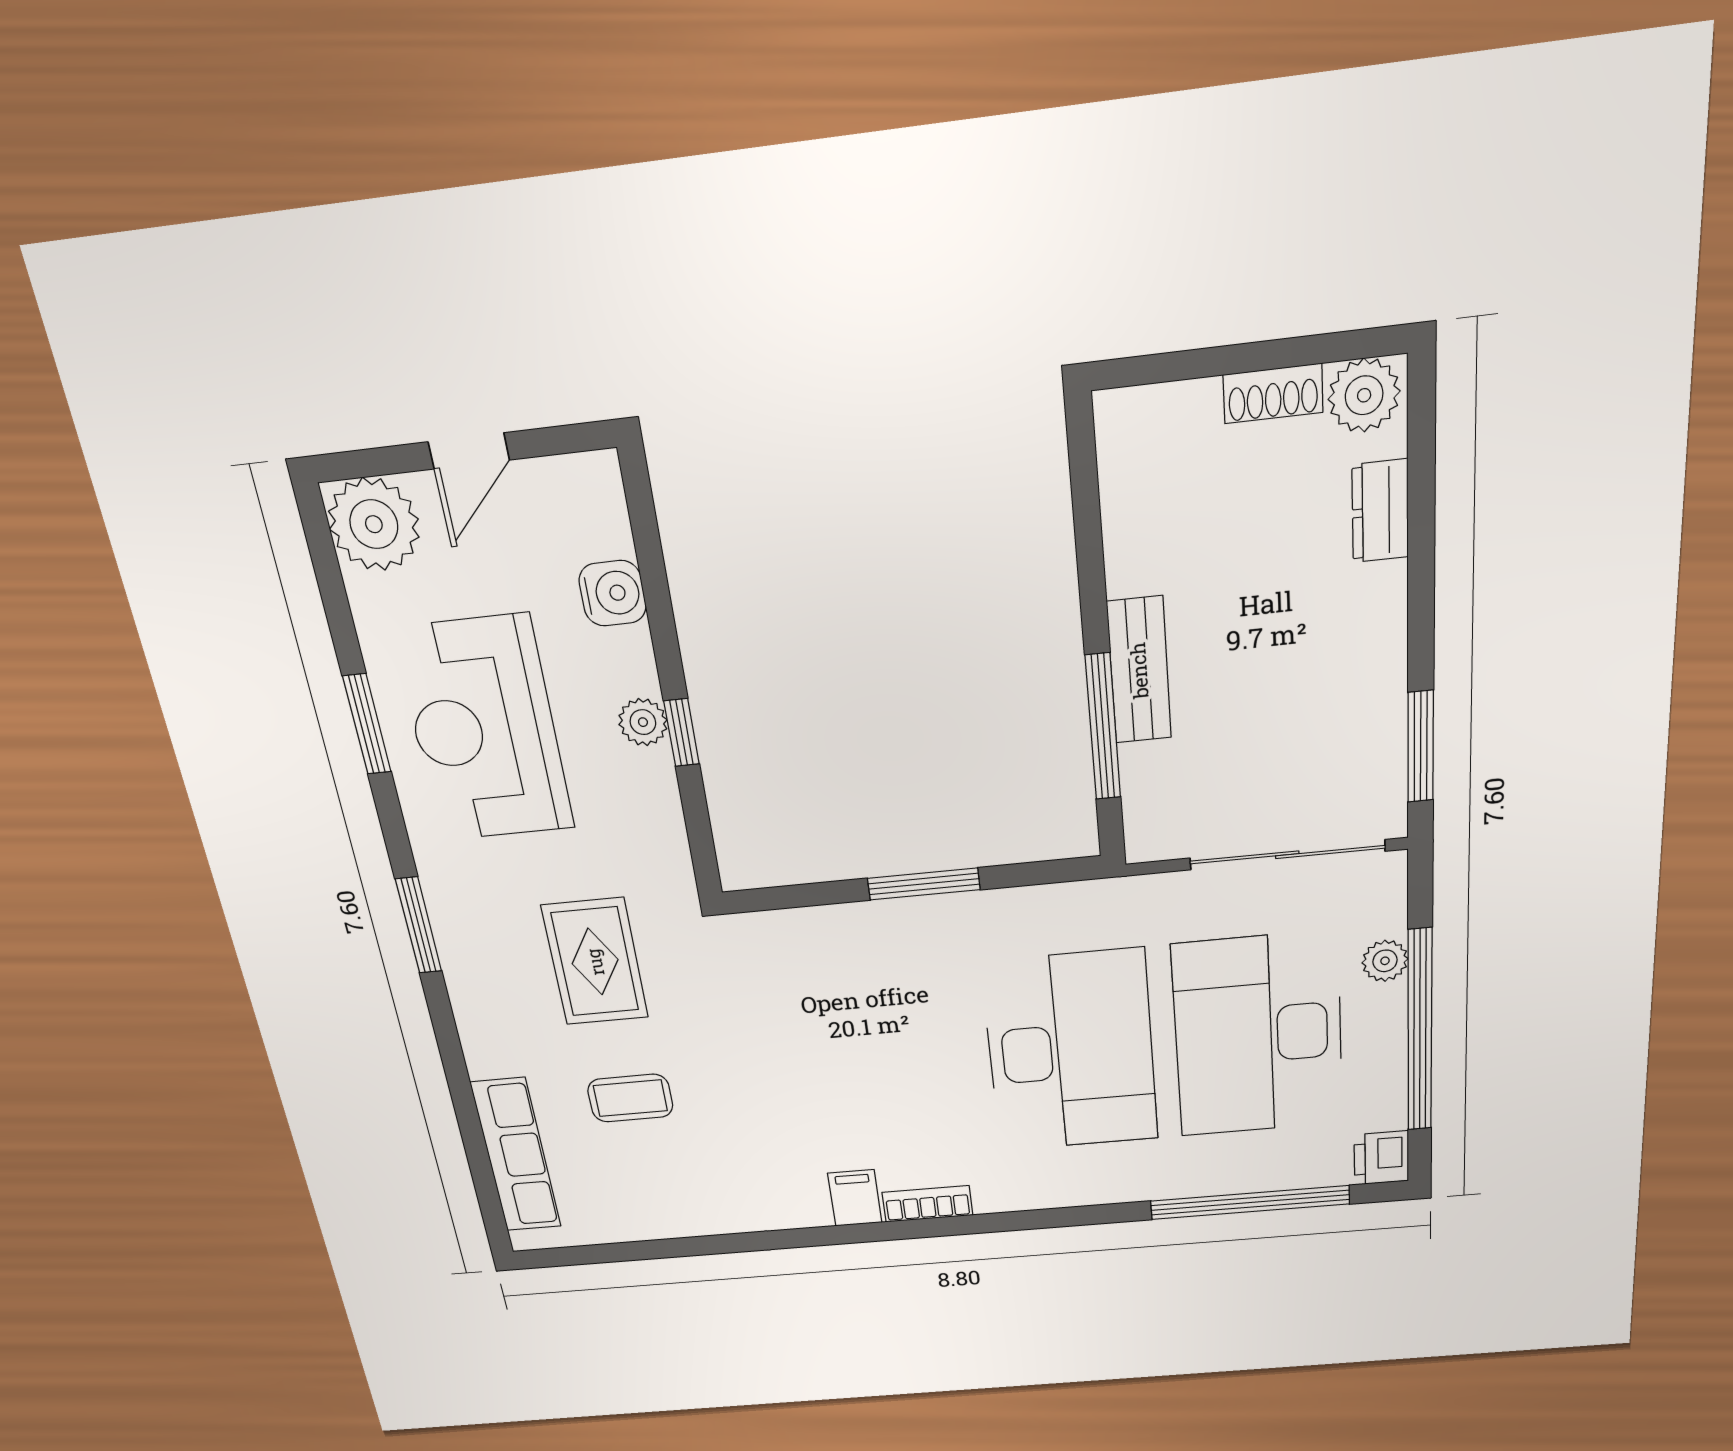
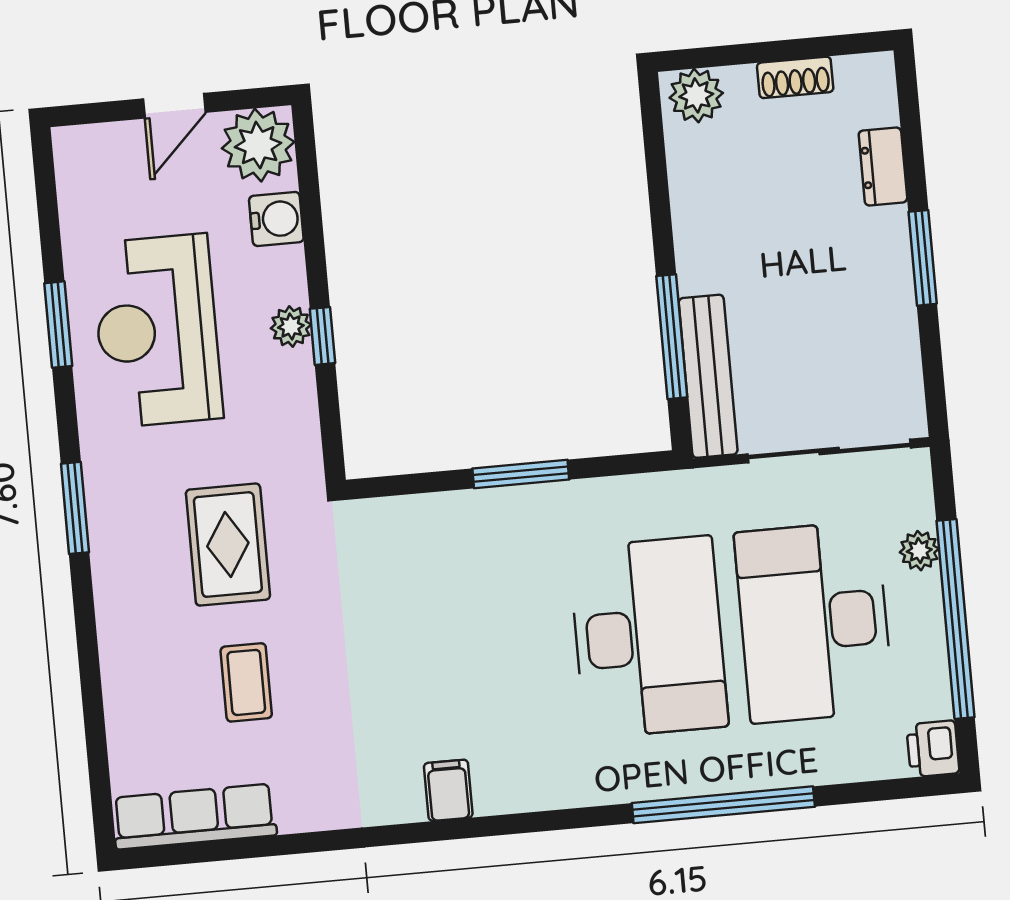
plant: (1364, 395) -> (696, 95), moved
plant: (374, 524) -> (258, 145), moved
bench: (1139, 670) -> (708, 376), moved, width x1.36
window: (1421, 747) -> (923, 258), moved
coffee table: (630, 1098) -> (246, 682), turned 90
row of seats: (516, 1155) -> (194, 817), moved, turned -90
window: (1250, 1202) -> (723, 805), moved
bookcase: (927, 1204) -> (516, 797), removed

